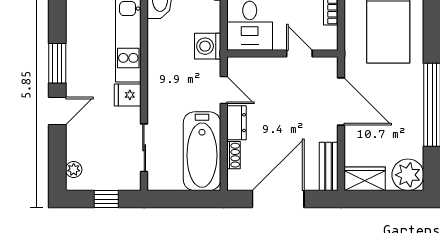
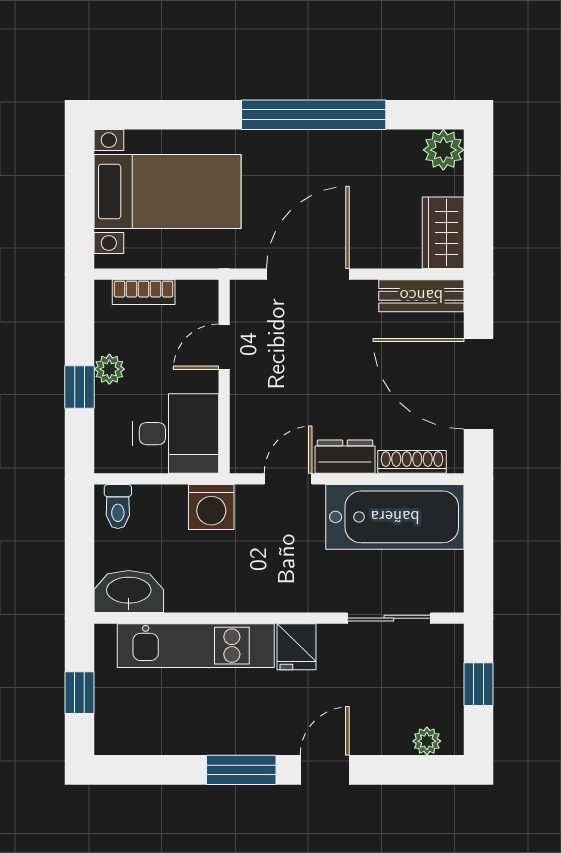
door: (57, 111) -> (325, 770), hinge flipped
shoe rack: (233, 155) -> (412, 462), width x1.43
plant: (408, 175) -> (443, 150), width x0.73, depth x0.73

